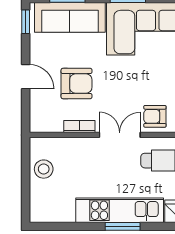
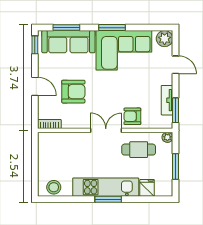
bookcase: (79, 127) -> (49, 124), moved
stool: (44, 169) -> (54, 187), moved

